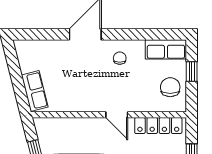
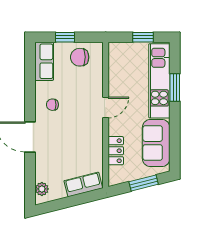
plant: (30, 47) -> (42, 189), added
locker: (158, 126) -> (116, 151), moved, width x0.66

